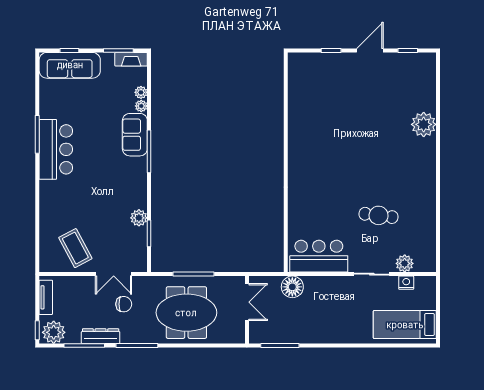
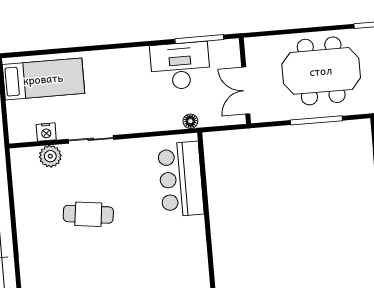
bar counter: (319, 256) -> (181, 179), moved, turned 90
floor lamp: (292, 287) -> (190, 121), width x0.53, depth x0.53
desk: (297, 326) -> (180, 66), added

